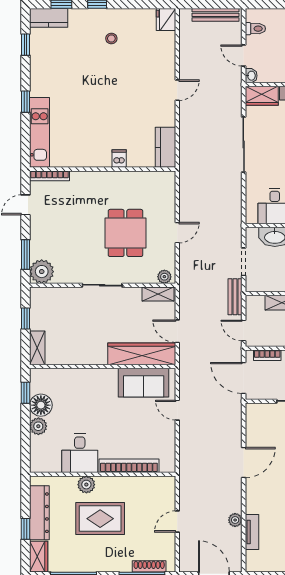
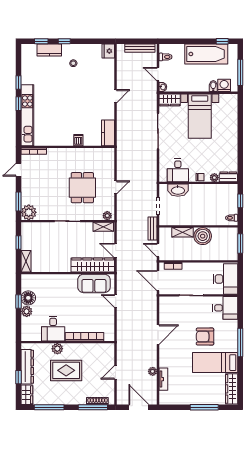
kitchen counter: (49, 18) -> (49, 50), moved
window: (26, 45) -> (18, 82), moved
kitchen unit: (40, 132) -> (27, 115), width x1.36
window: (26, 393) -> (18, 301), moved

